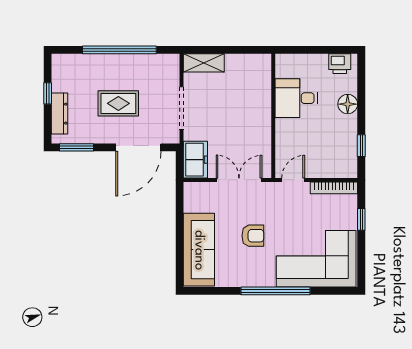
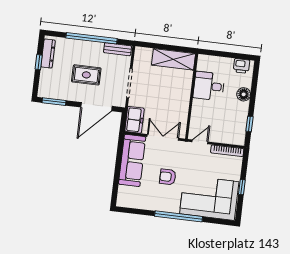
bench: (159, 61) -> (118, 49), added
shelving: (204, 63) -> (173, 59), moved, width x1.50, depth x1.33
dresser: (60, 114) -> (48, 54), moved
window: (361, 219) -> (242, 187), moved
armchair: (253, 236) -> (168, 177), turned 180
sofa: (199, 250) -> (132, 160), moved

